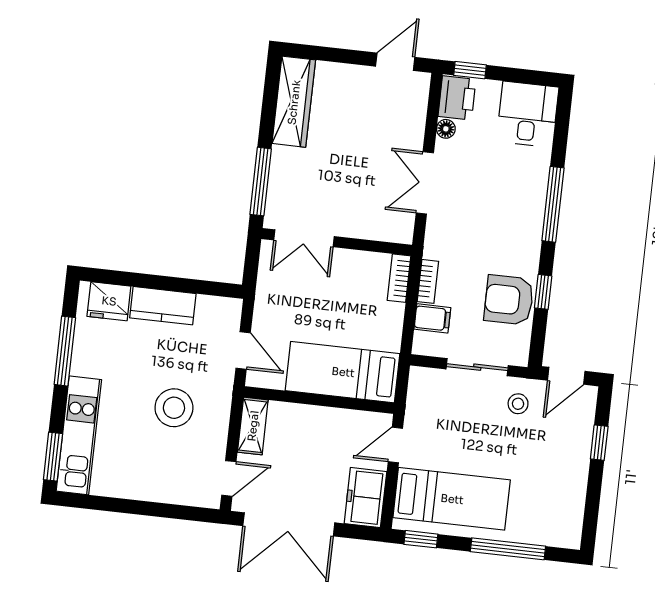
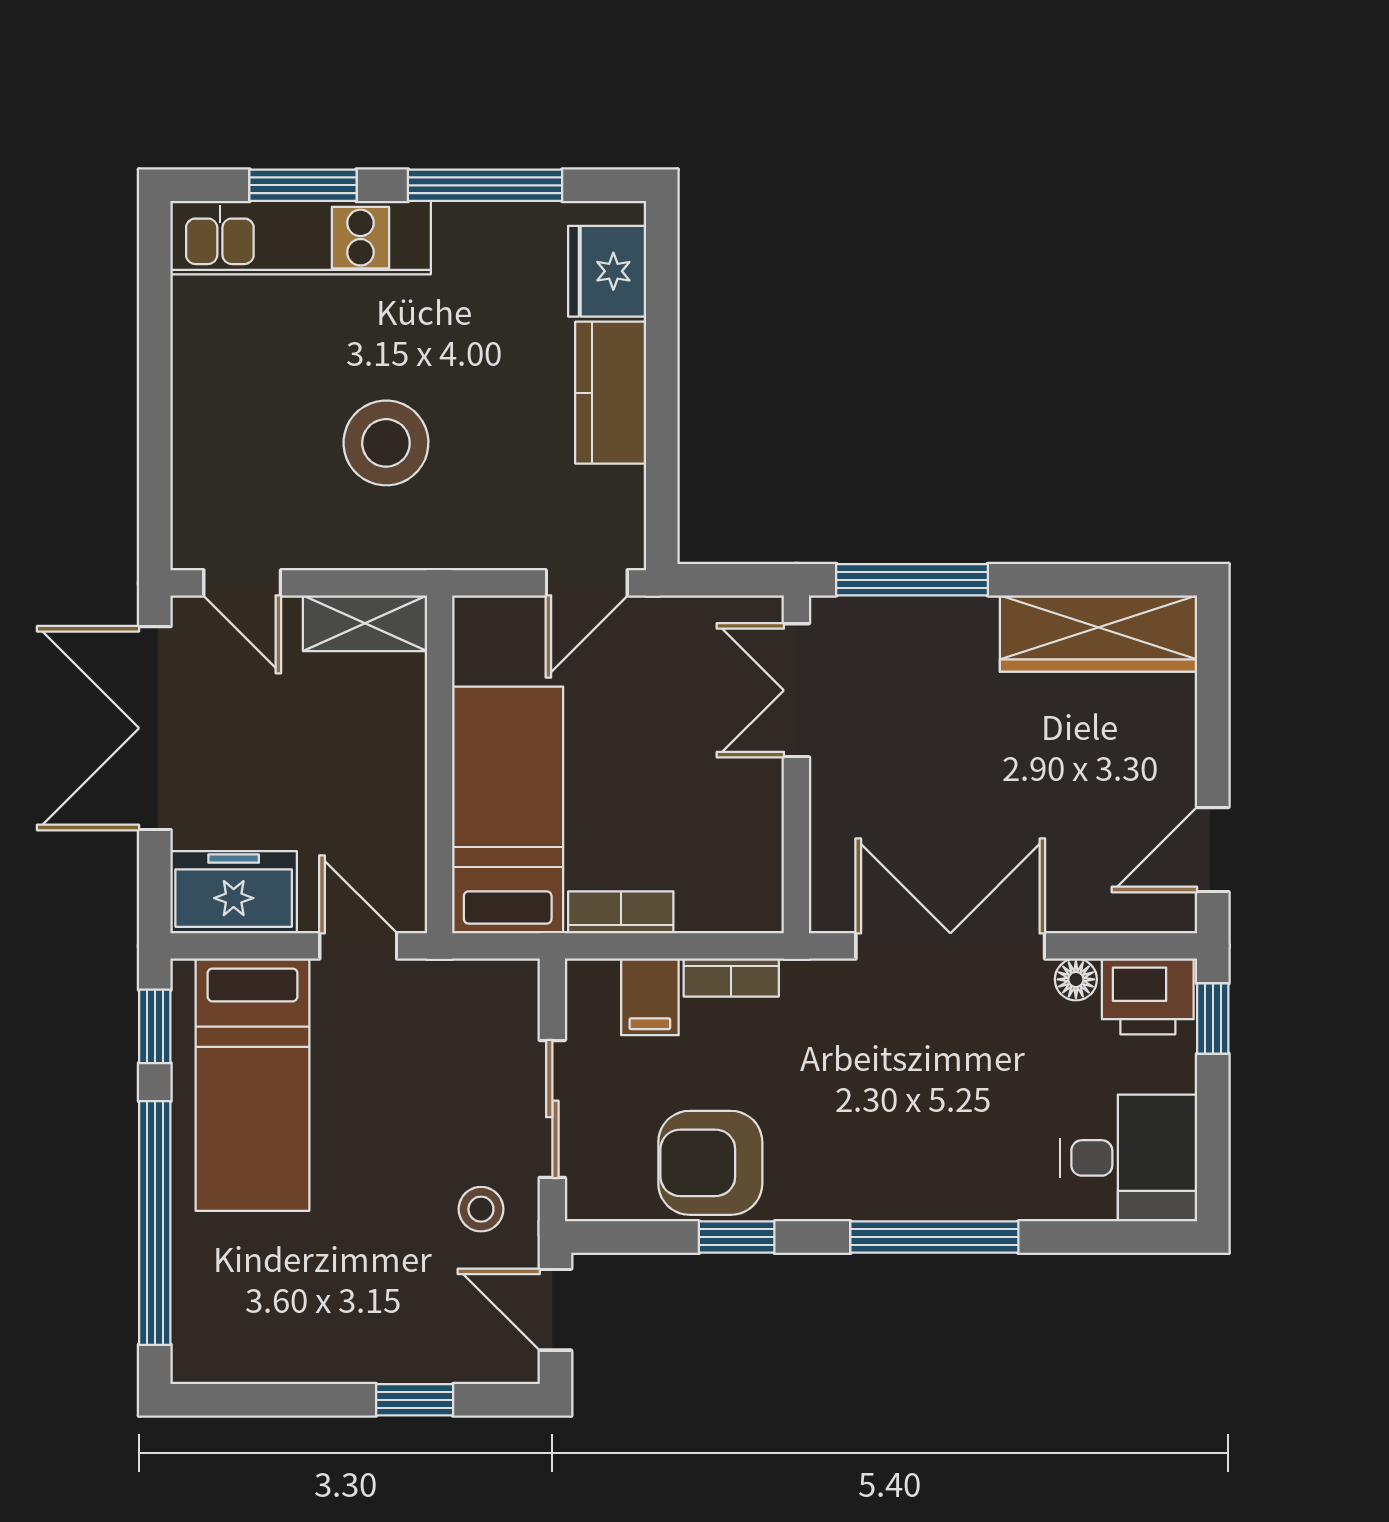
door: (395, 62) -> (1213, 850), swing flipped
double door: (425, 183) -> (950, 946), width x1.37
bookcase: (399, 278) -> (621, 912), moved
armchair: (509, 300) -> (710, 1163), turned -90
door: (243, 350) -> (587, 583), moved
window: (53, 457) -> (303, 185), moved
window: (508, 549) -> (155, 1223), width x1.46

